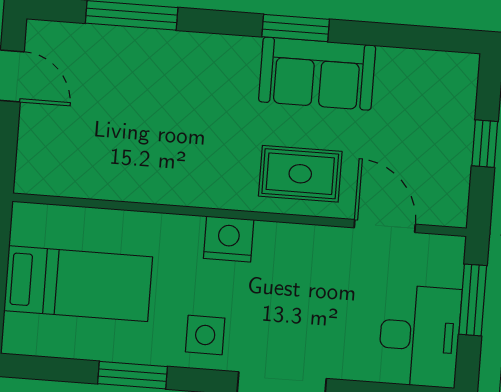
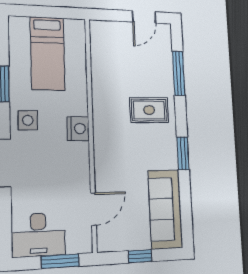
sofa: (317, 74) -> (165, 209), moved, width x1.36
rug: (300, 174) -> (149, 110), moved, turned 90

